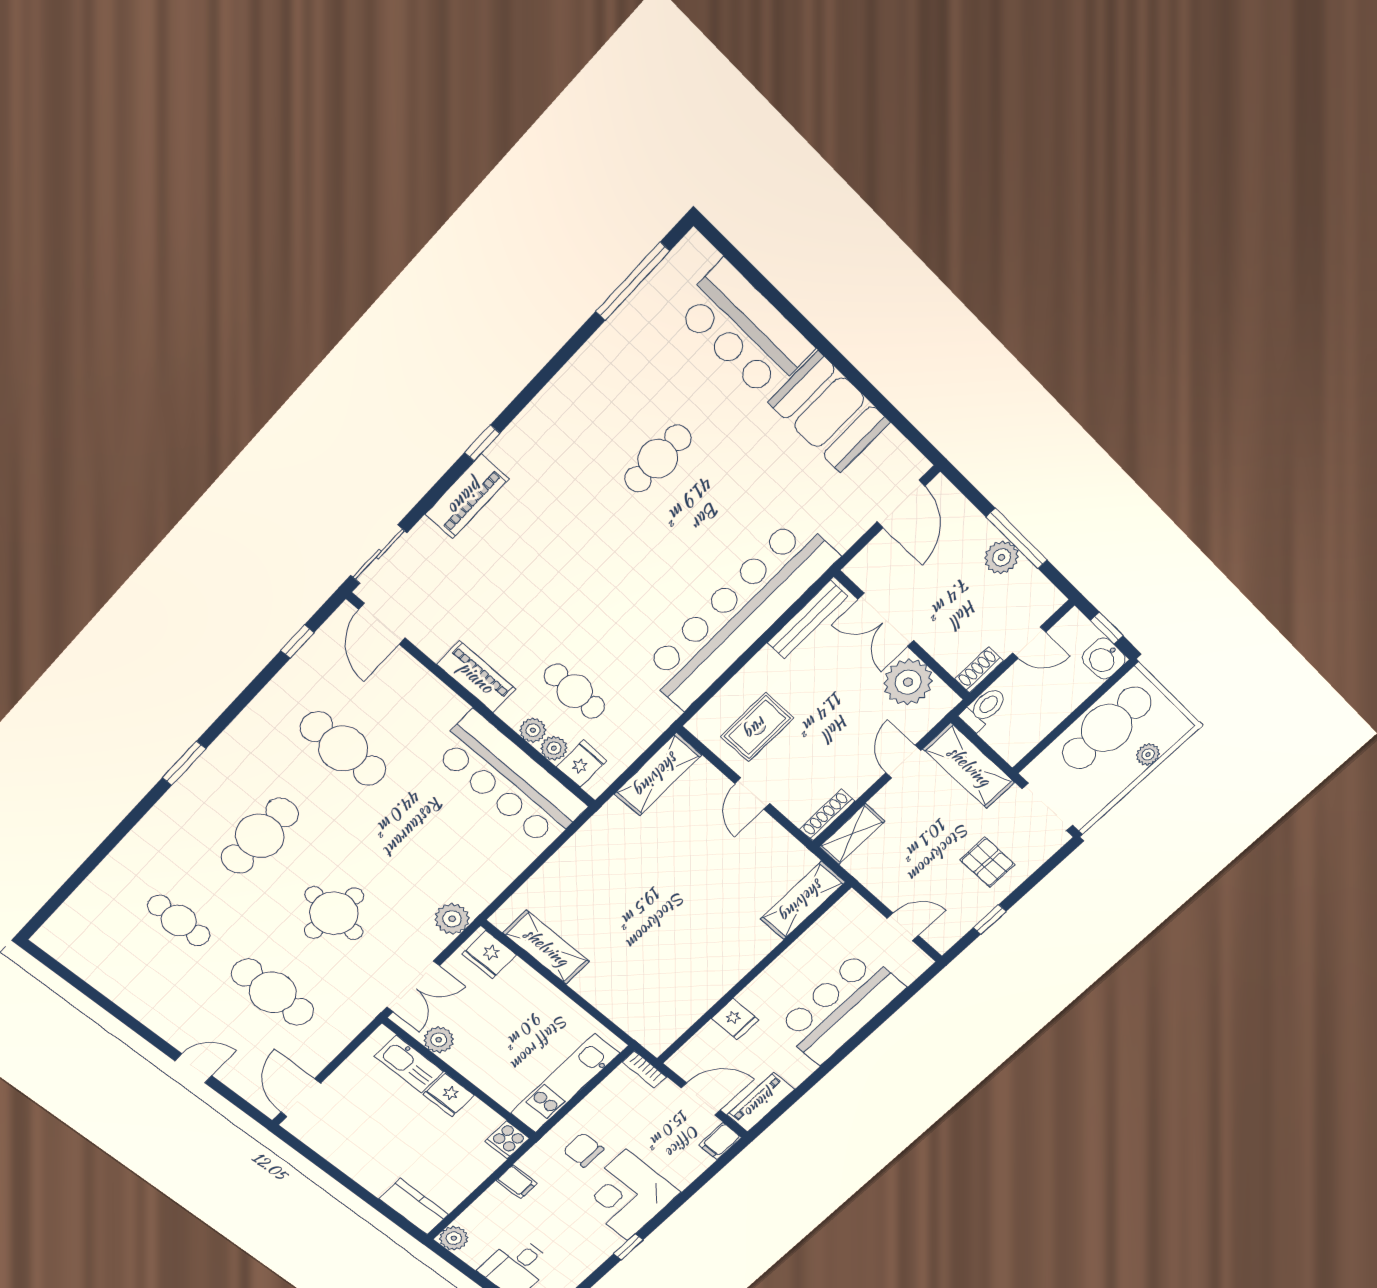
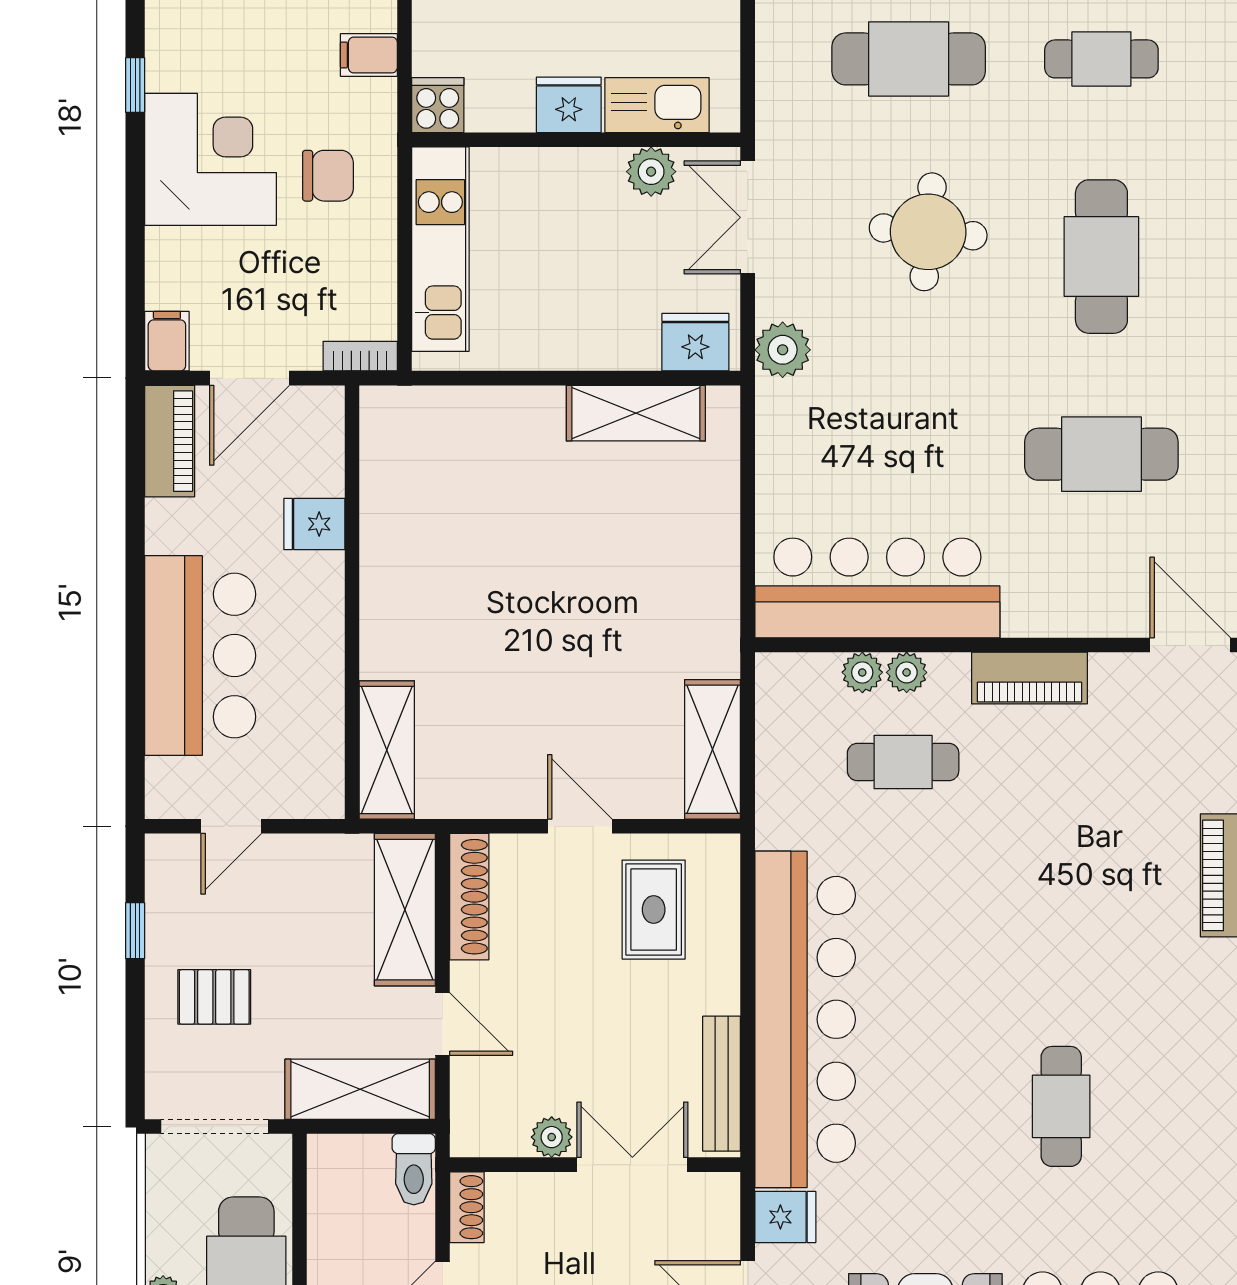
plant: (908, 682) -> (552, 1137), width x0.53, depth x0.53
fridge: (582, 764) -> (785, 1217), moved, turned -90
shoe rack: (827, 815) -> (469, 897), width x1.36, depth x1.24
shelving: (852, 834) -> (405, 910), width x1.50, depth x1.33

